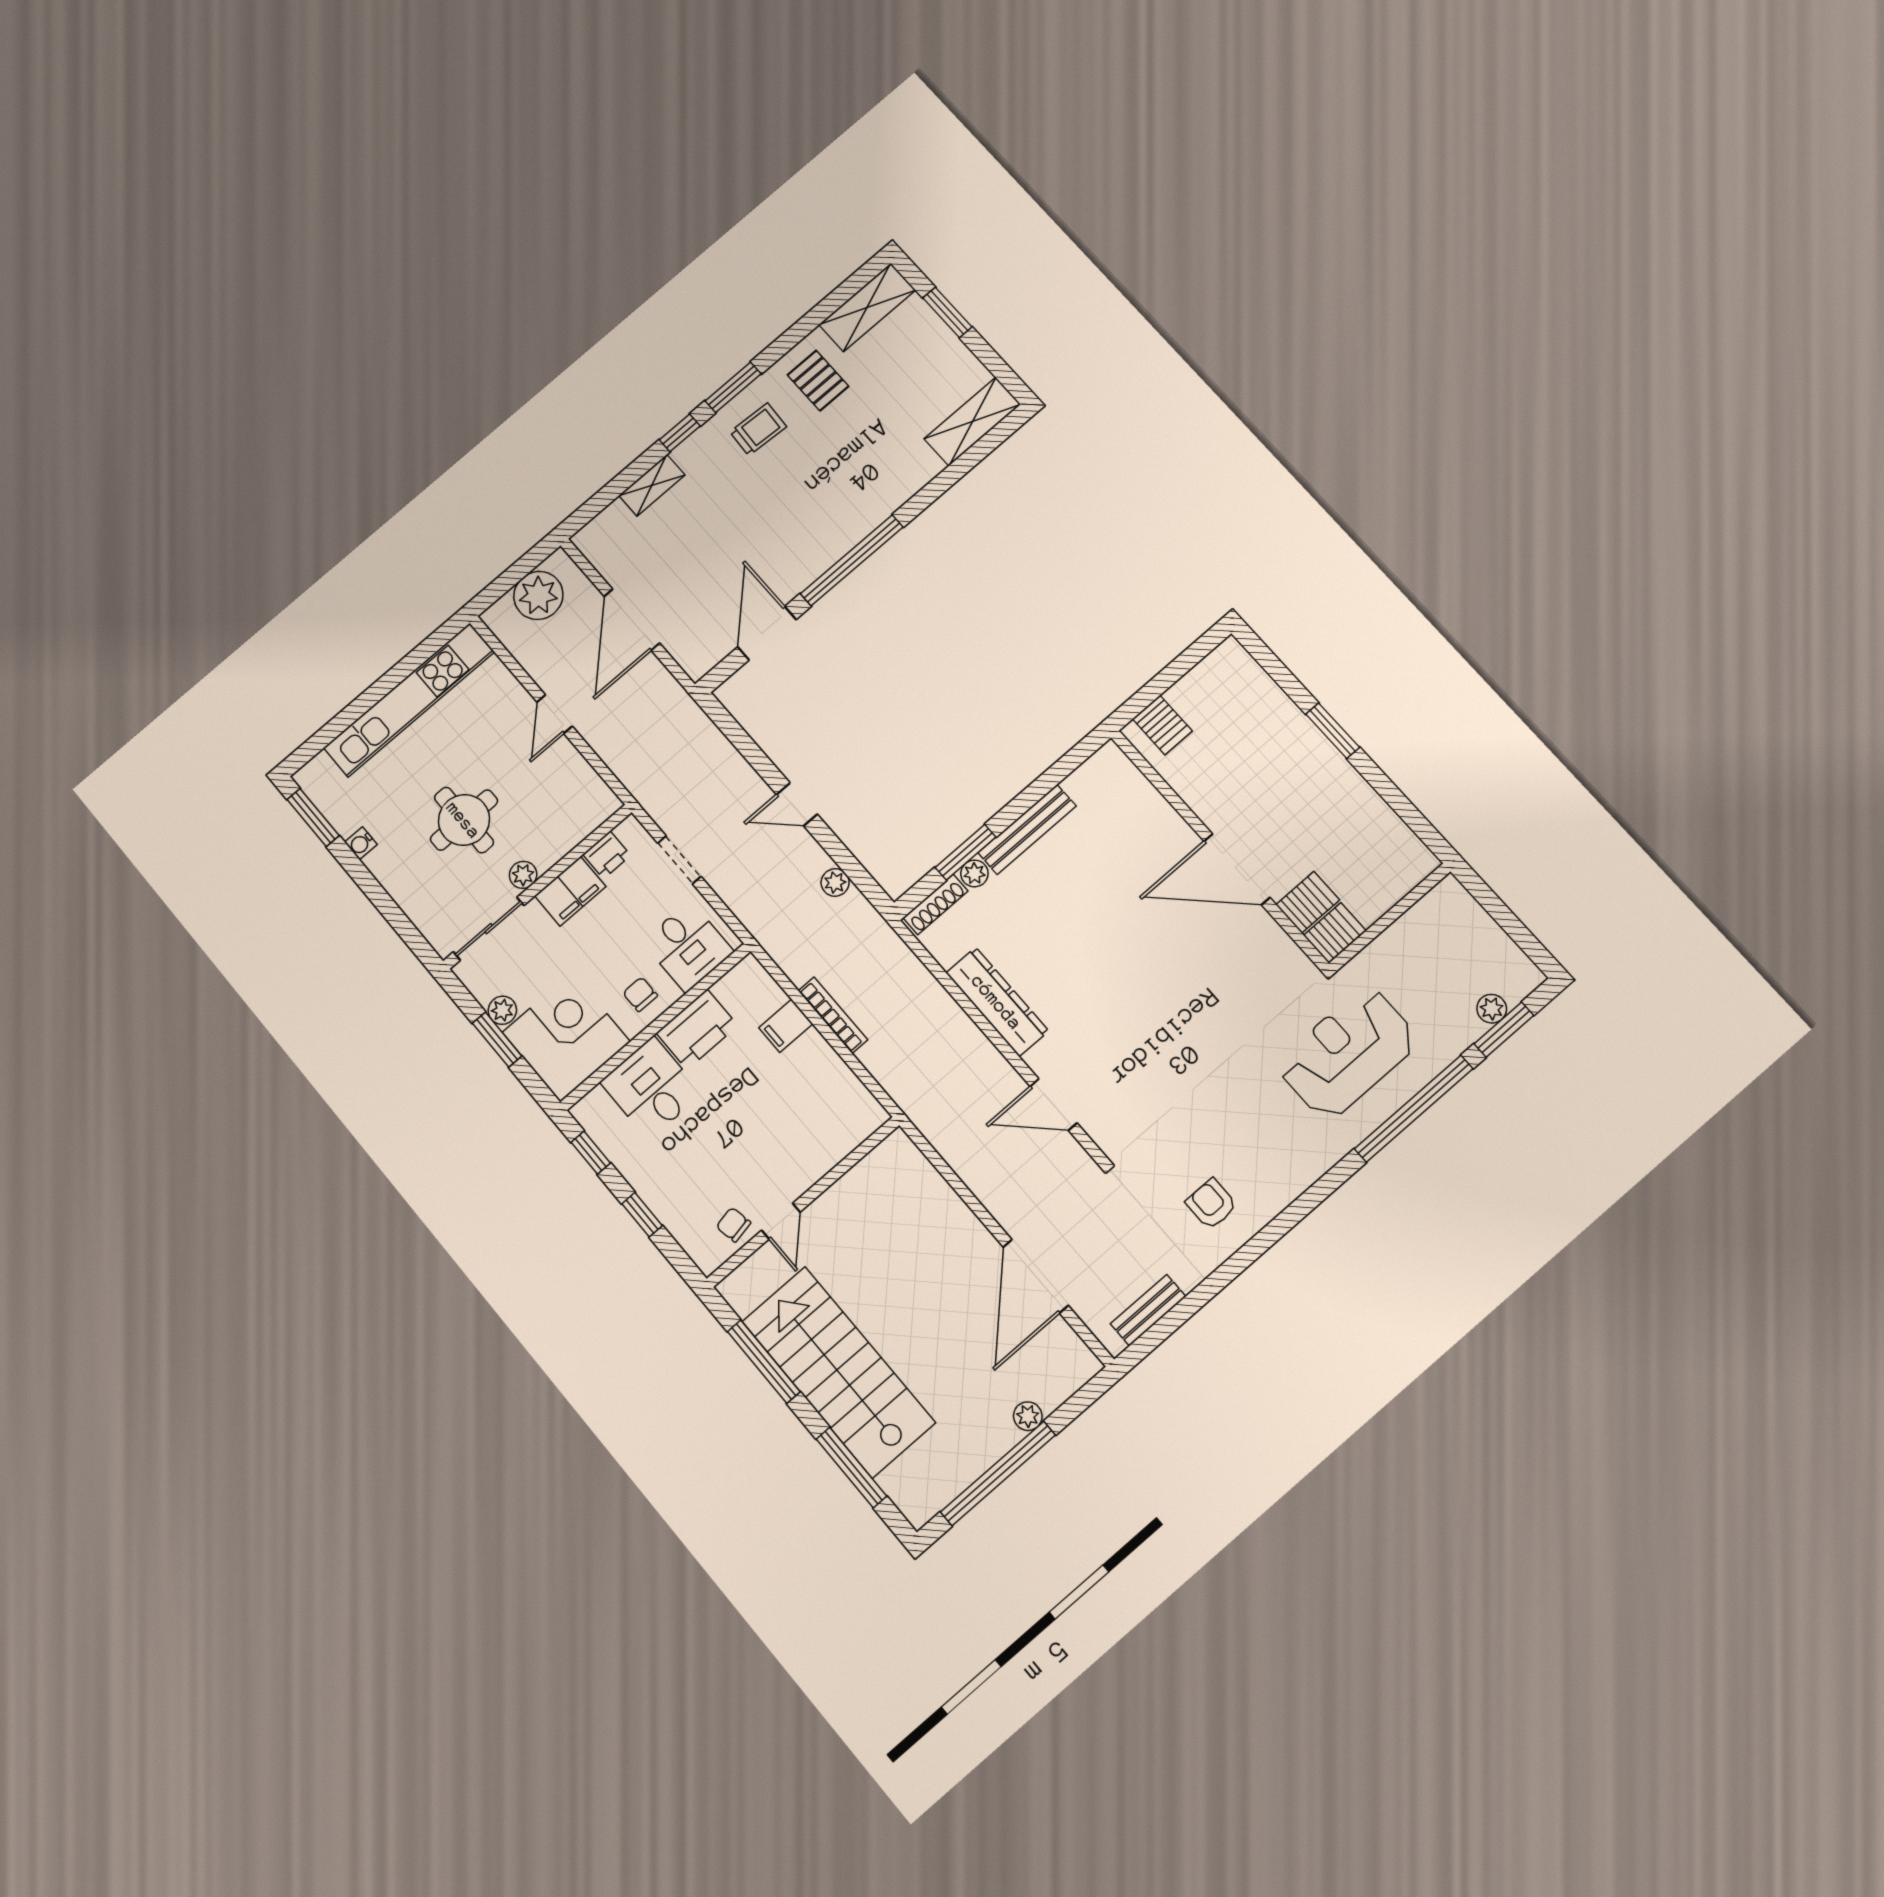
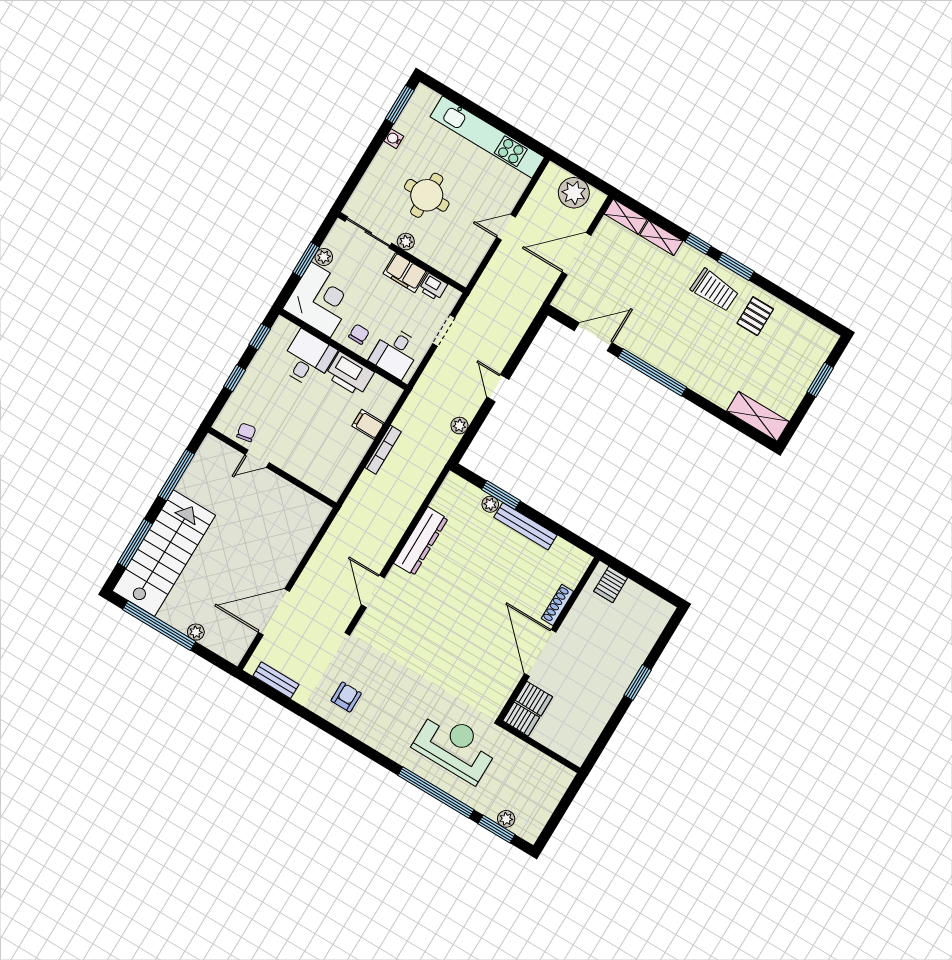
shelving: (867, 307) -> (626, 217), moved, width x0.67, depth x0.75
trolley: (758, 429) -> (715, 290), width x1.36, depth x1.39
shoe rack: (935, 904) -> (557, 605), moved, turned 90
stairs: (838, 1372) -> (164, 553), moved

